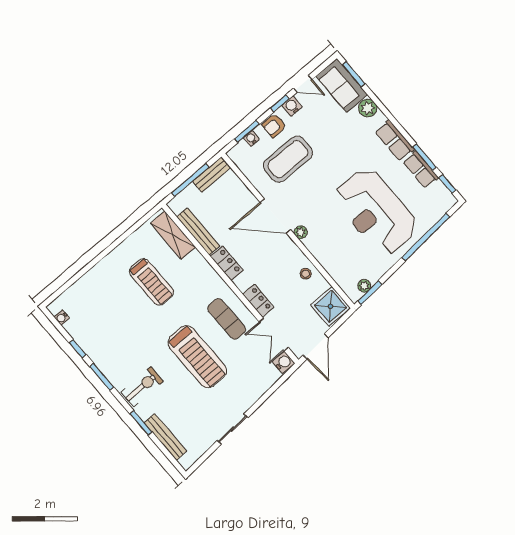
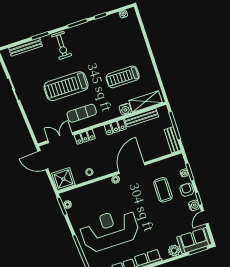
coffee table: (288, 159) -> (163, 190), width x0.73, depth x0.76
water cooler: (284, 362) -> (125, 109), moved

